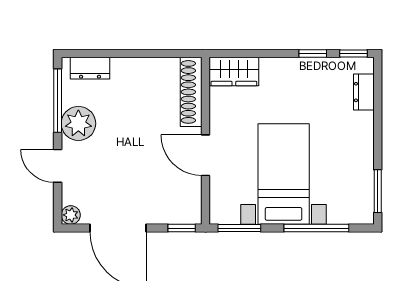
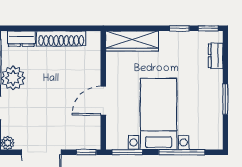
wardrobe: (234, 71) -> (132, 41), width x1.50
shoe rack: (191, 92) -> (61, 39), moved, turned -90
door: (206, 155) -> (103, 101), hinge flipped
window: (378, 191) -> (225, 99), moved

